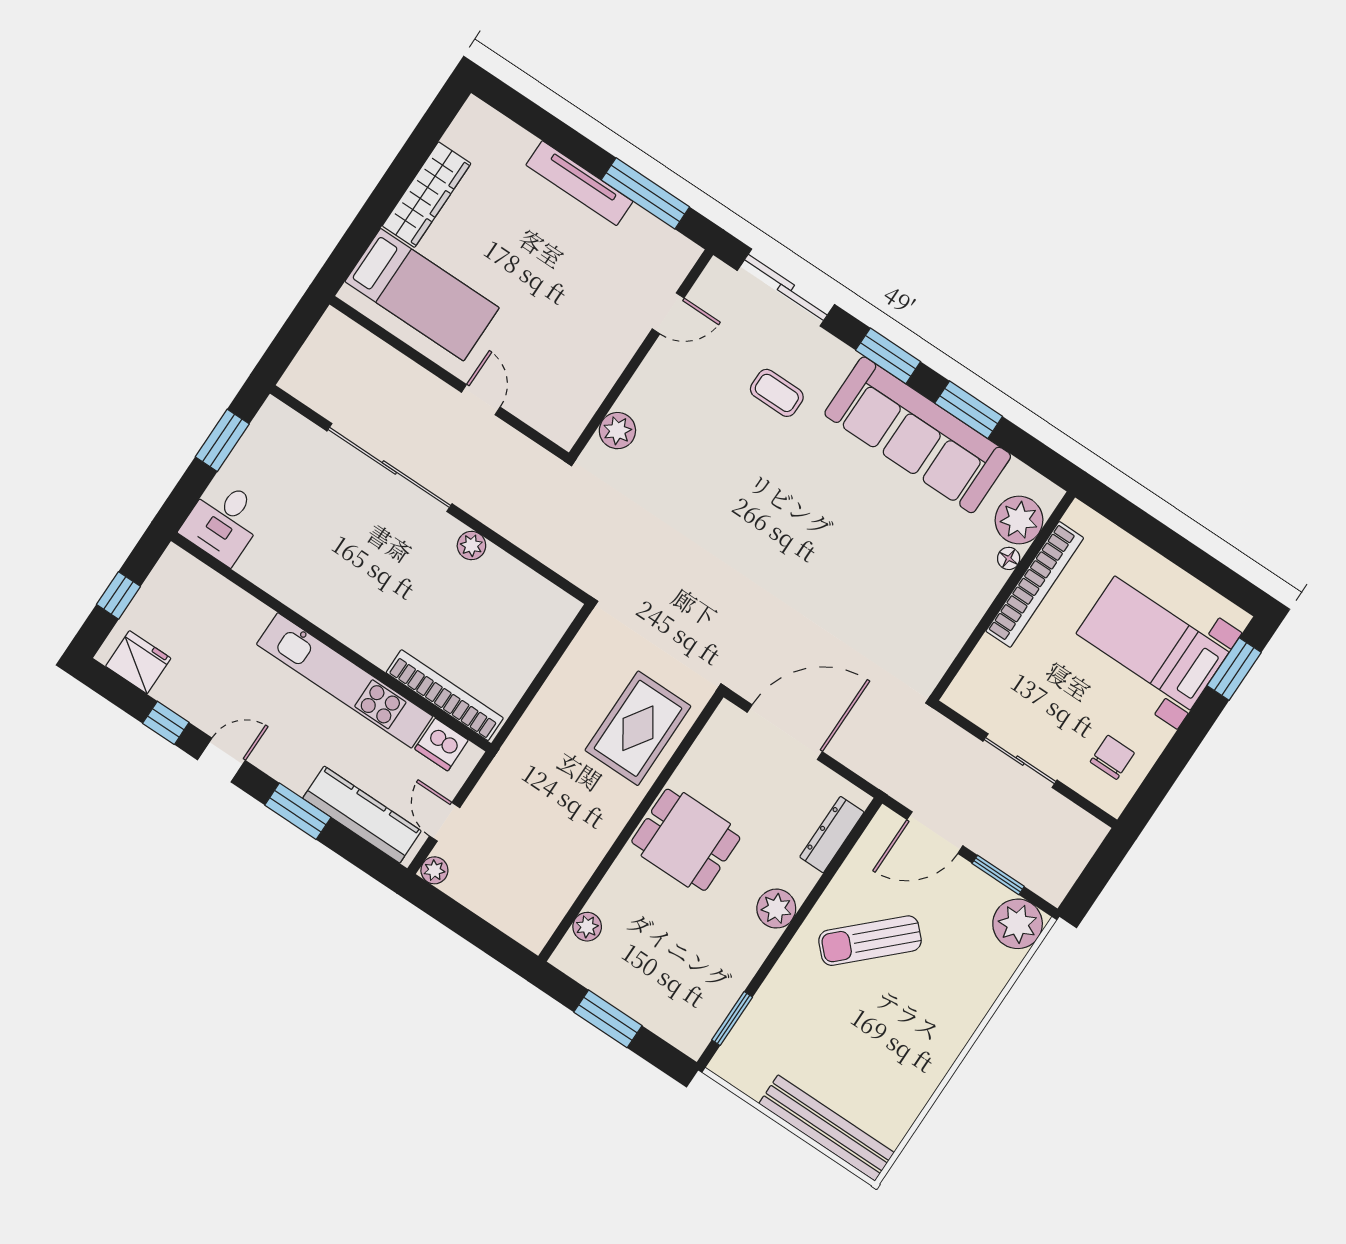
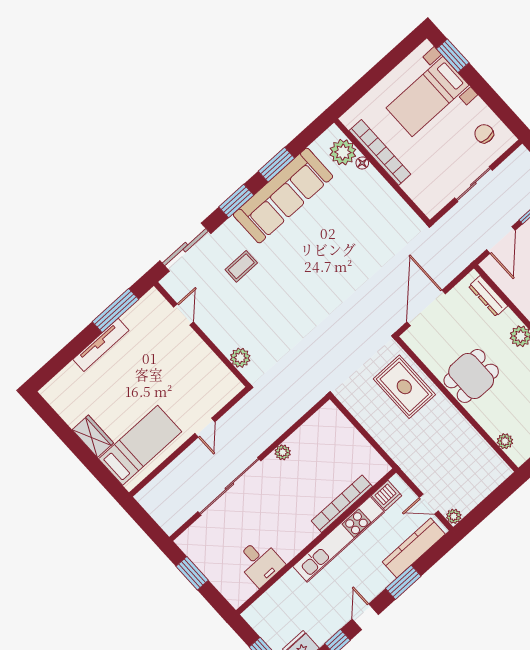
wardrobe: (427, 195) -> (93, 436), width x0.67
door: (481, 400) -> (205, 428), swing flipped
desk: (223, 522) -> (260, 562), moved
bookcase: (445, 695) -> (342, 504), moved

